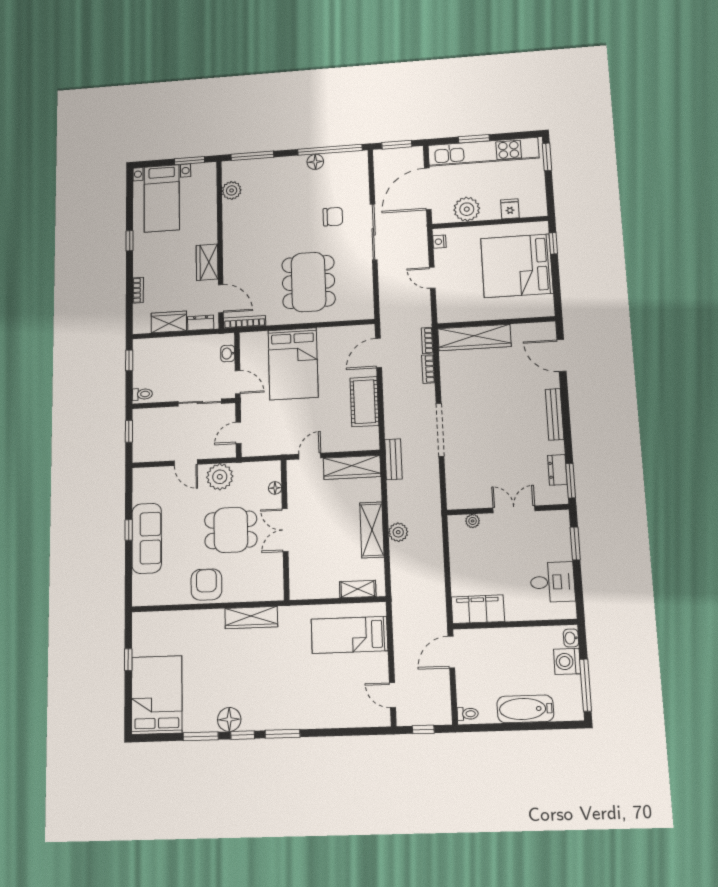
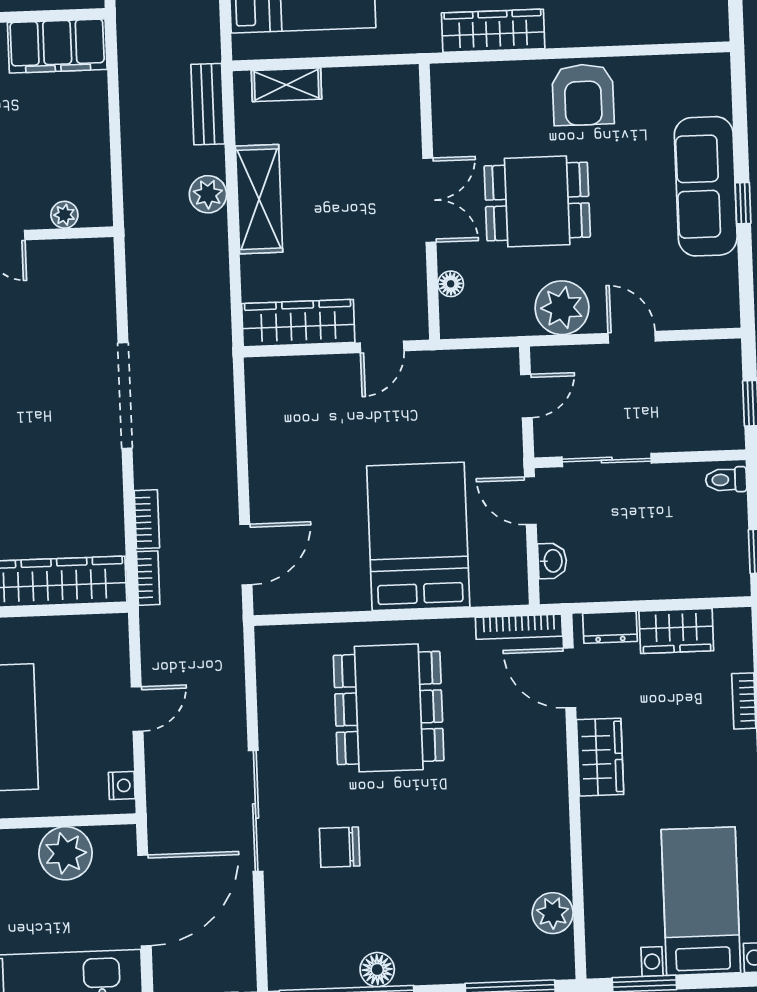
door: (432, 278) -> (137, 709), hinge flipped
cot: (364, 402) -> (274, 455), removed
bench: (393, 459) -> (208, 104), moved

